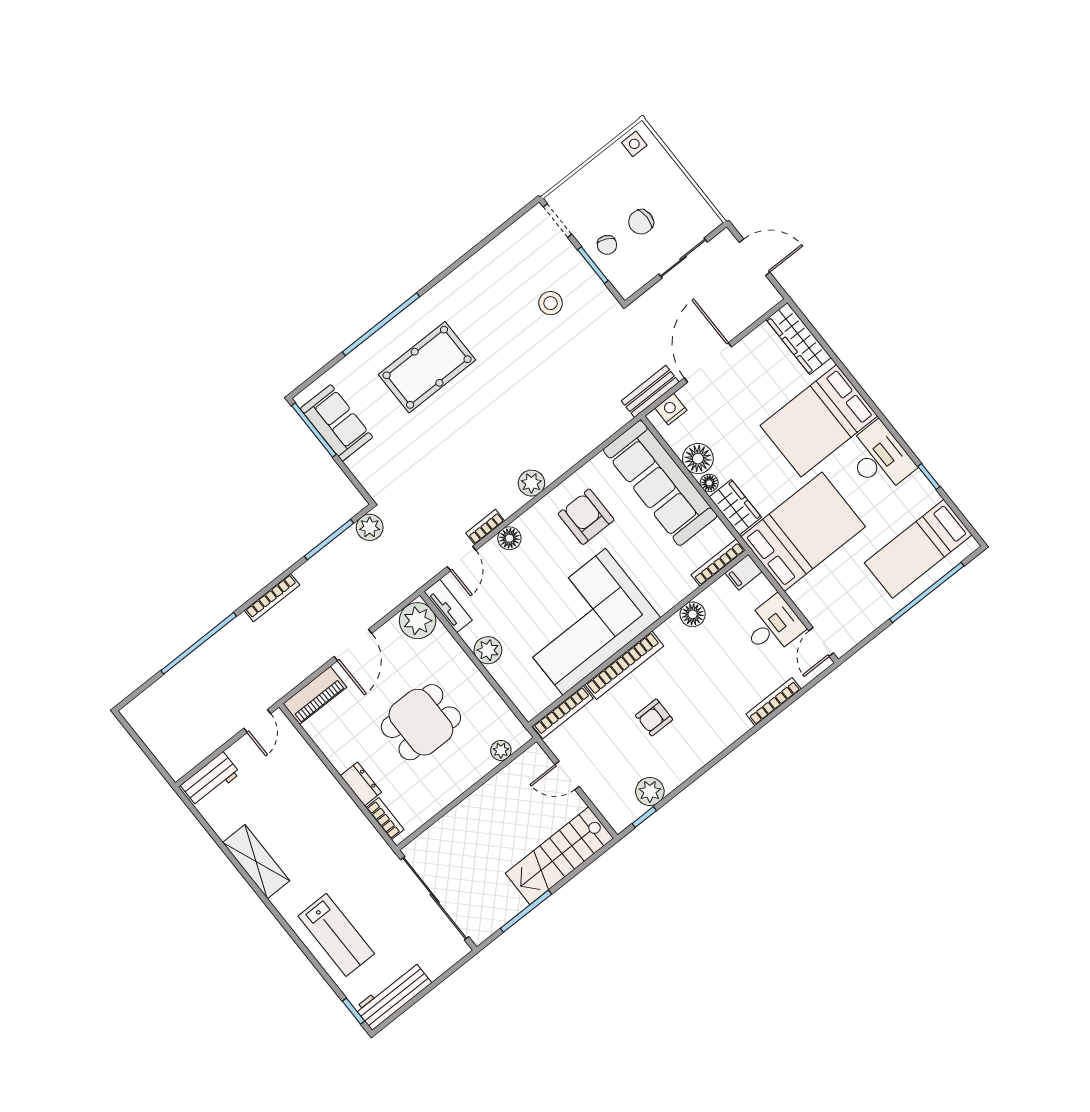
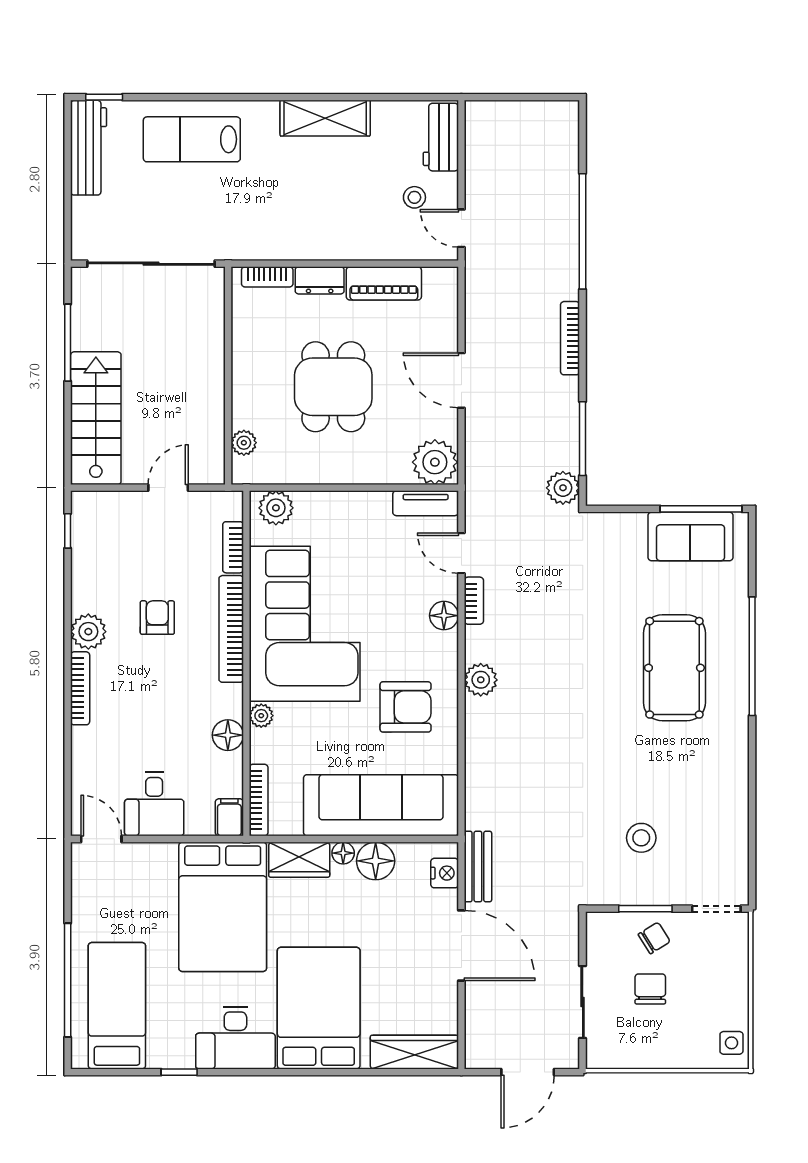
chair: (607, 245) -> (654, 938), turned 123
plant: (664, 603) -> (261, 716), added
plant: (488, 650) -> (276, 508), moved
piano: (315, 695) -> (384, 283), moved, turned -90
bookcase: (774, 702) -> (80, 688), moved
bookcase: (563, 712) -> (233, 547), width x0.64
stool: (261, 766) -> (414, 197), added
plant: (650, 792) -> (88, 632), moved

